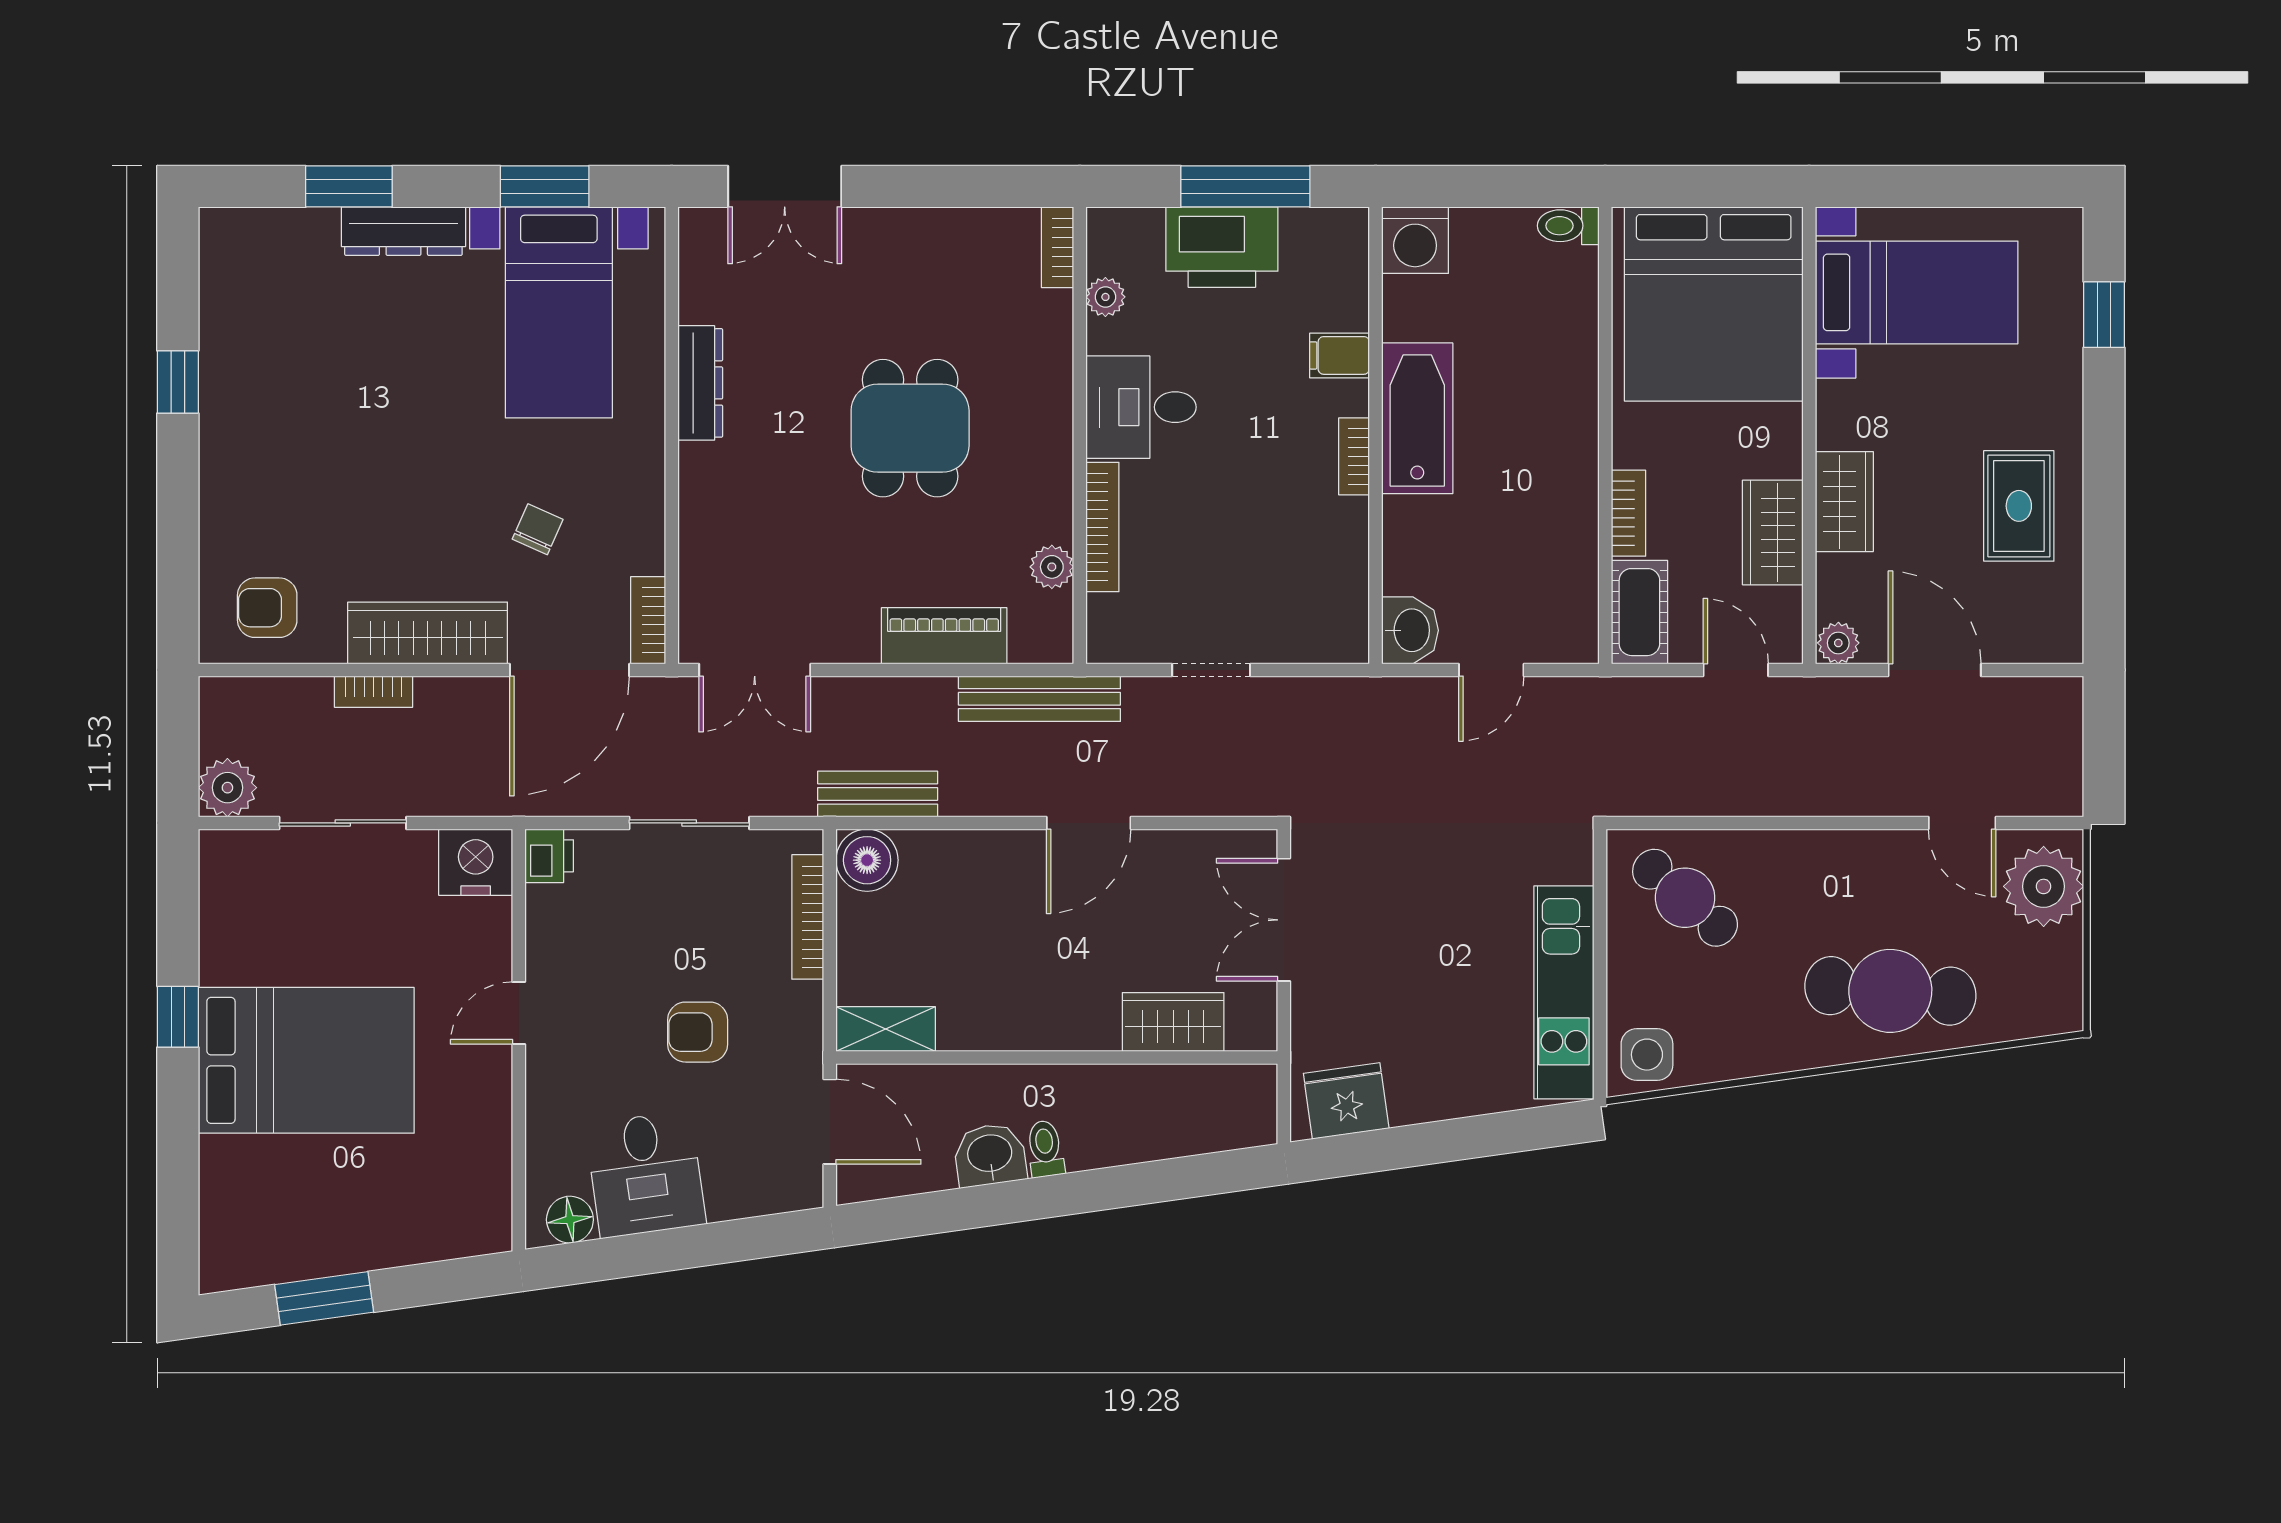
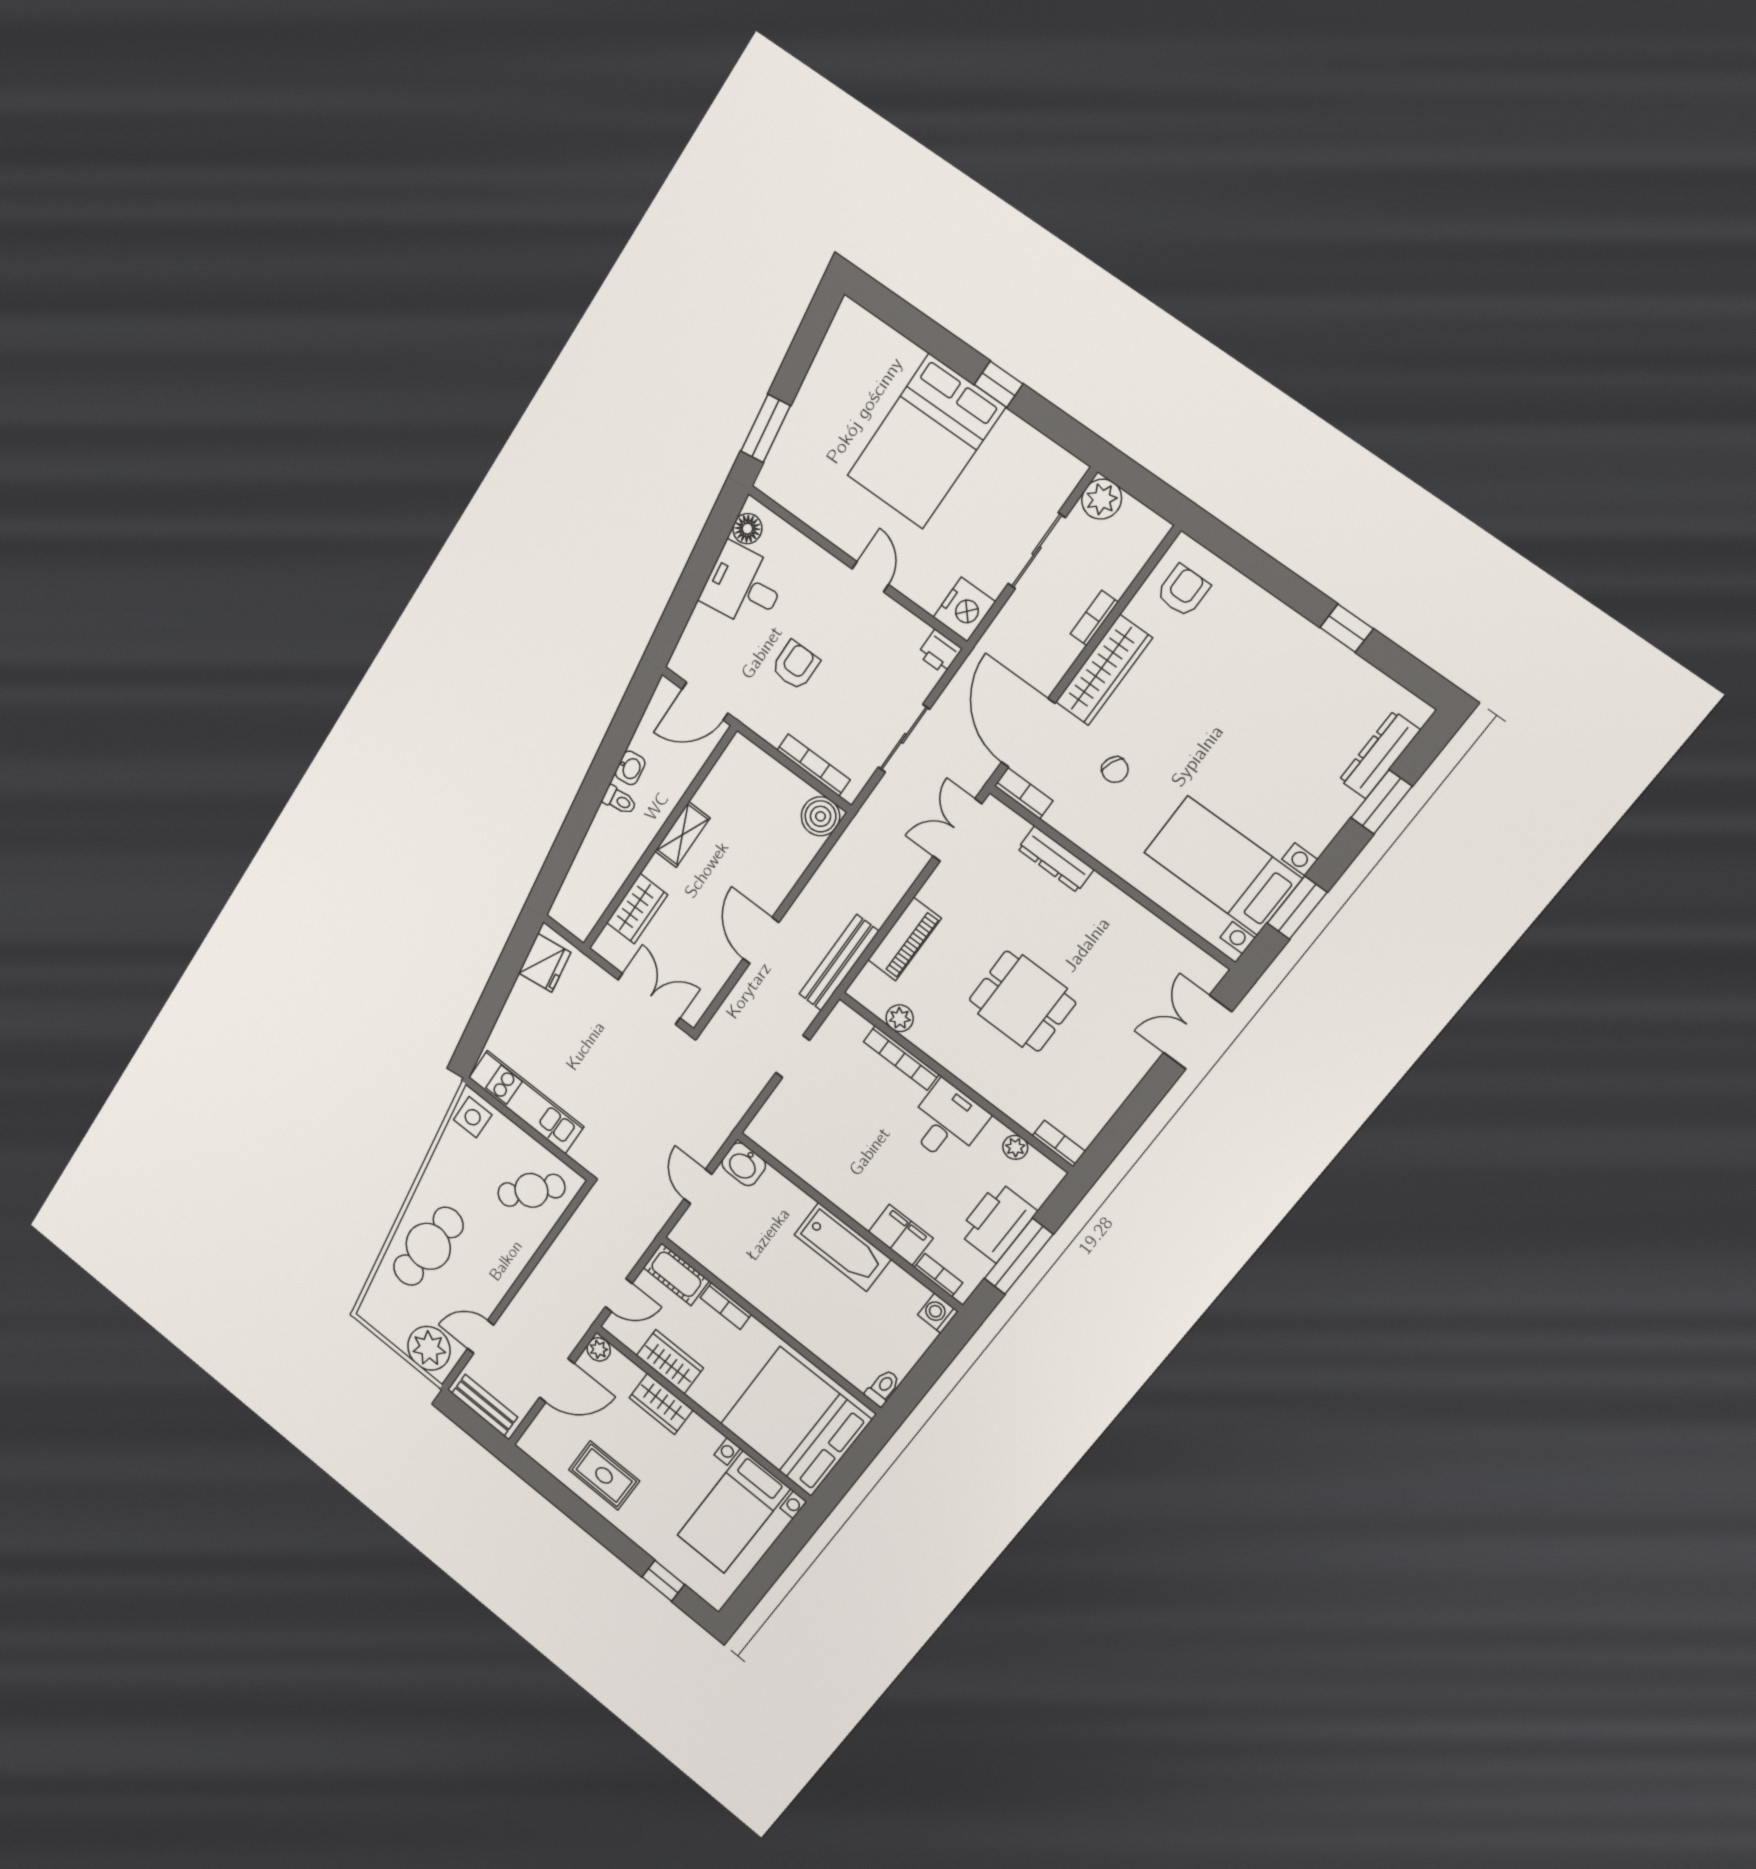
dresser: (403, 231) -> (1380, 755), moved
washing machine: (1415, 240) -> (938, 1313), width x0.73, depth x0.73
filing cabinet: (1340, 355) -> (901, 1235), width x2.00
dresser: (700, 383) -> (1056, 859), moved
bookcase: (1354, 456) -> (938, 1275), moved
bench: (878, 794) -> (485, 1405), moved, turned 90
shelving: (886, 1029) -> (682, 835), moved
washbasin: (990, 1155) -> (630, 768), width x0.72, depth x0.69
window: (324, 1298) -> (766, 428), moved

